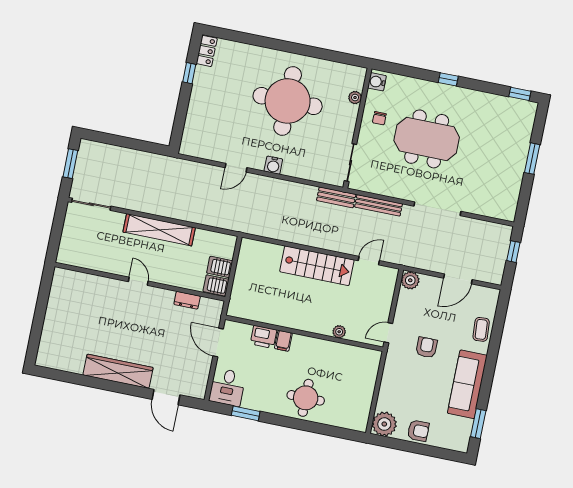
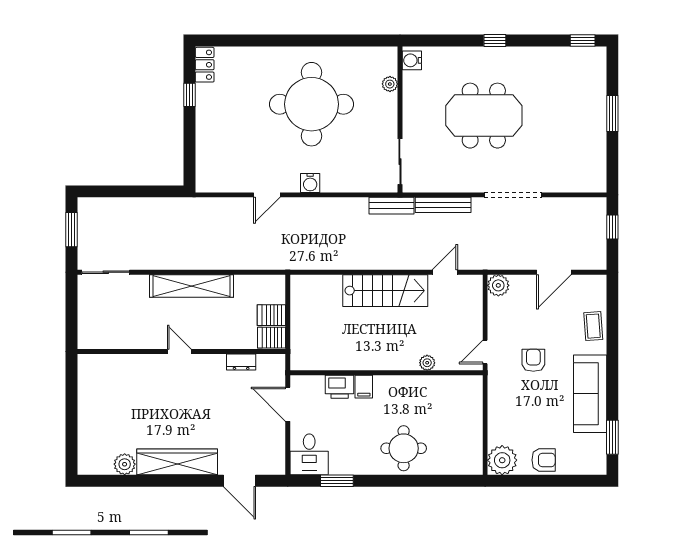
chair: (379, 118) -> (423, 102), removed
plant: (75, 364) -> (125, 464), added

